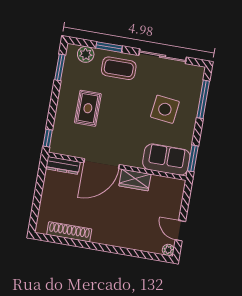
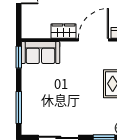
coffee table: (119, 68) -> (93, 121), removed
side table: (165, 109) -> (49, 94), removed

